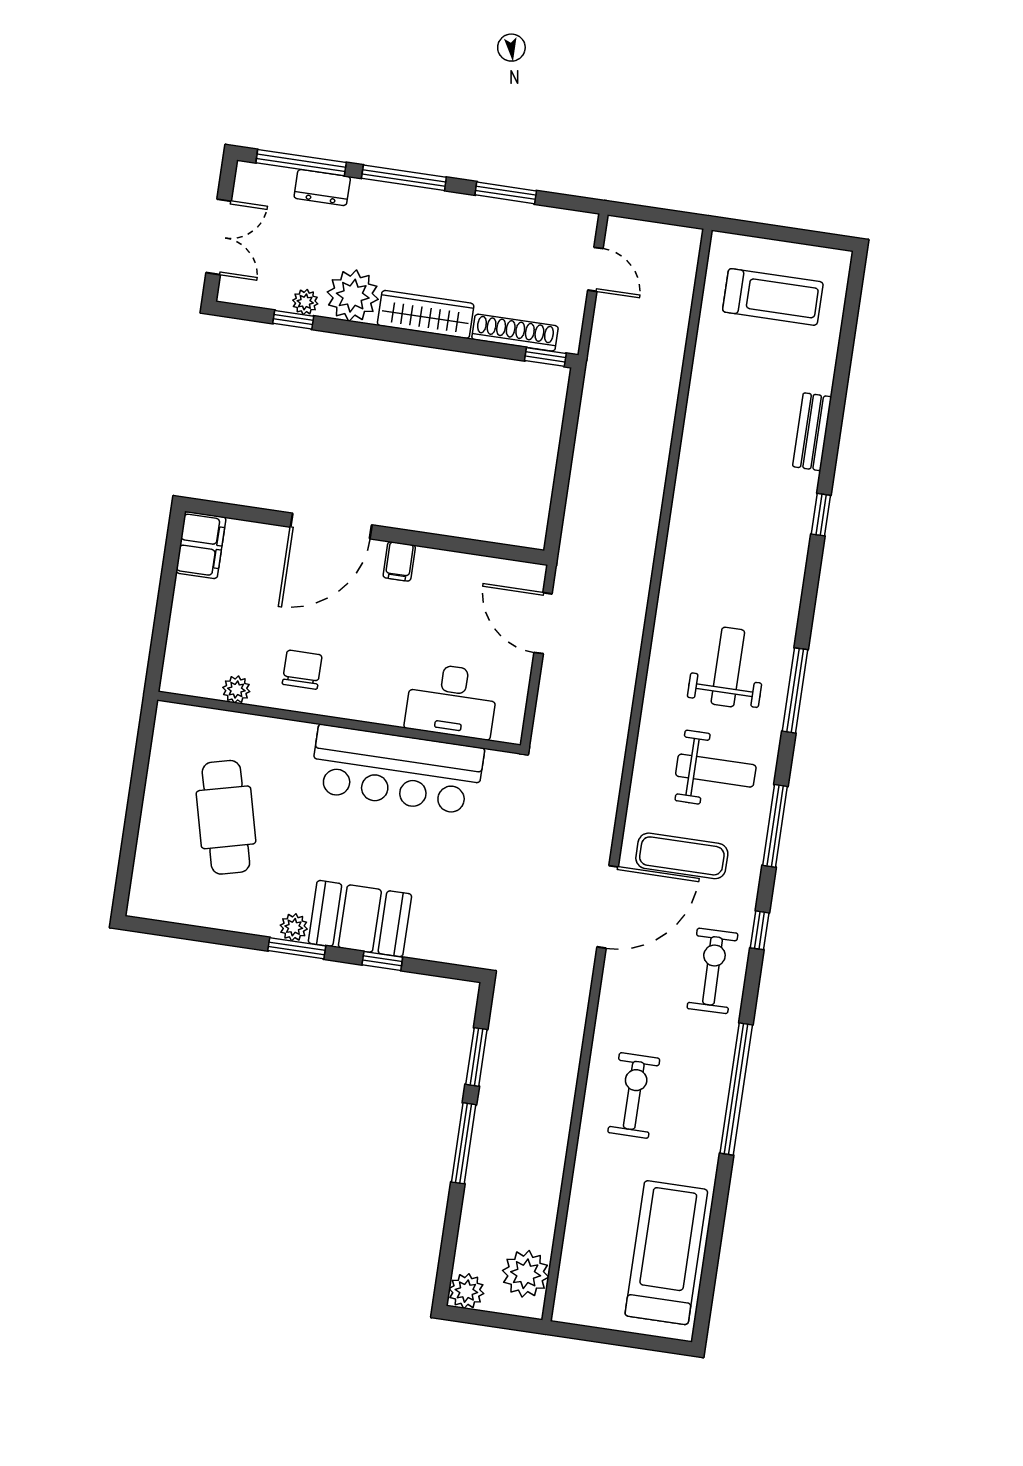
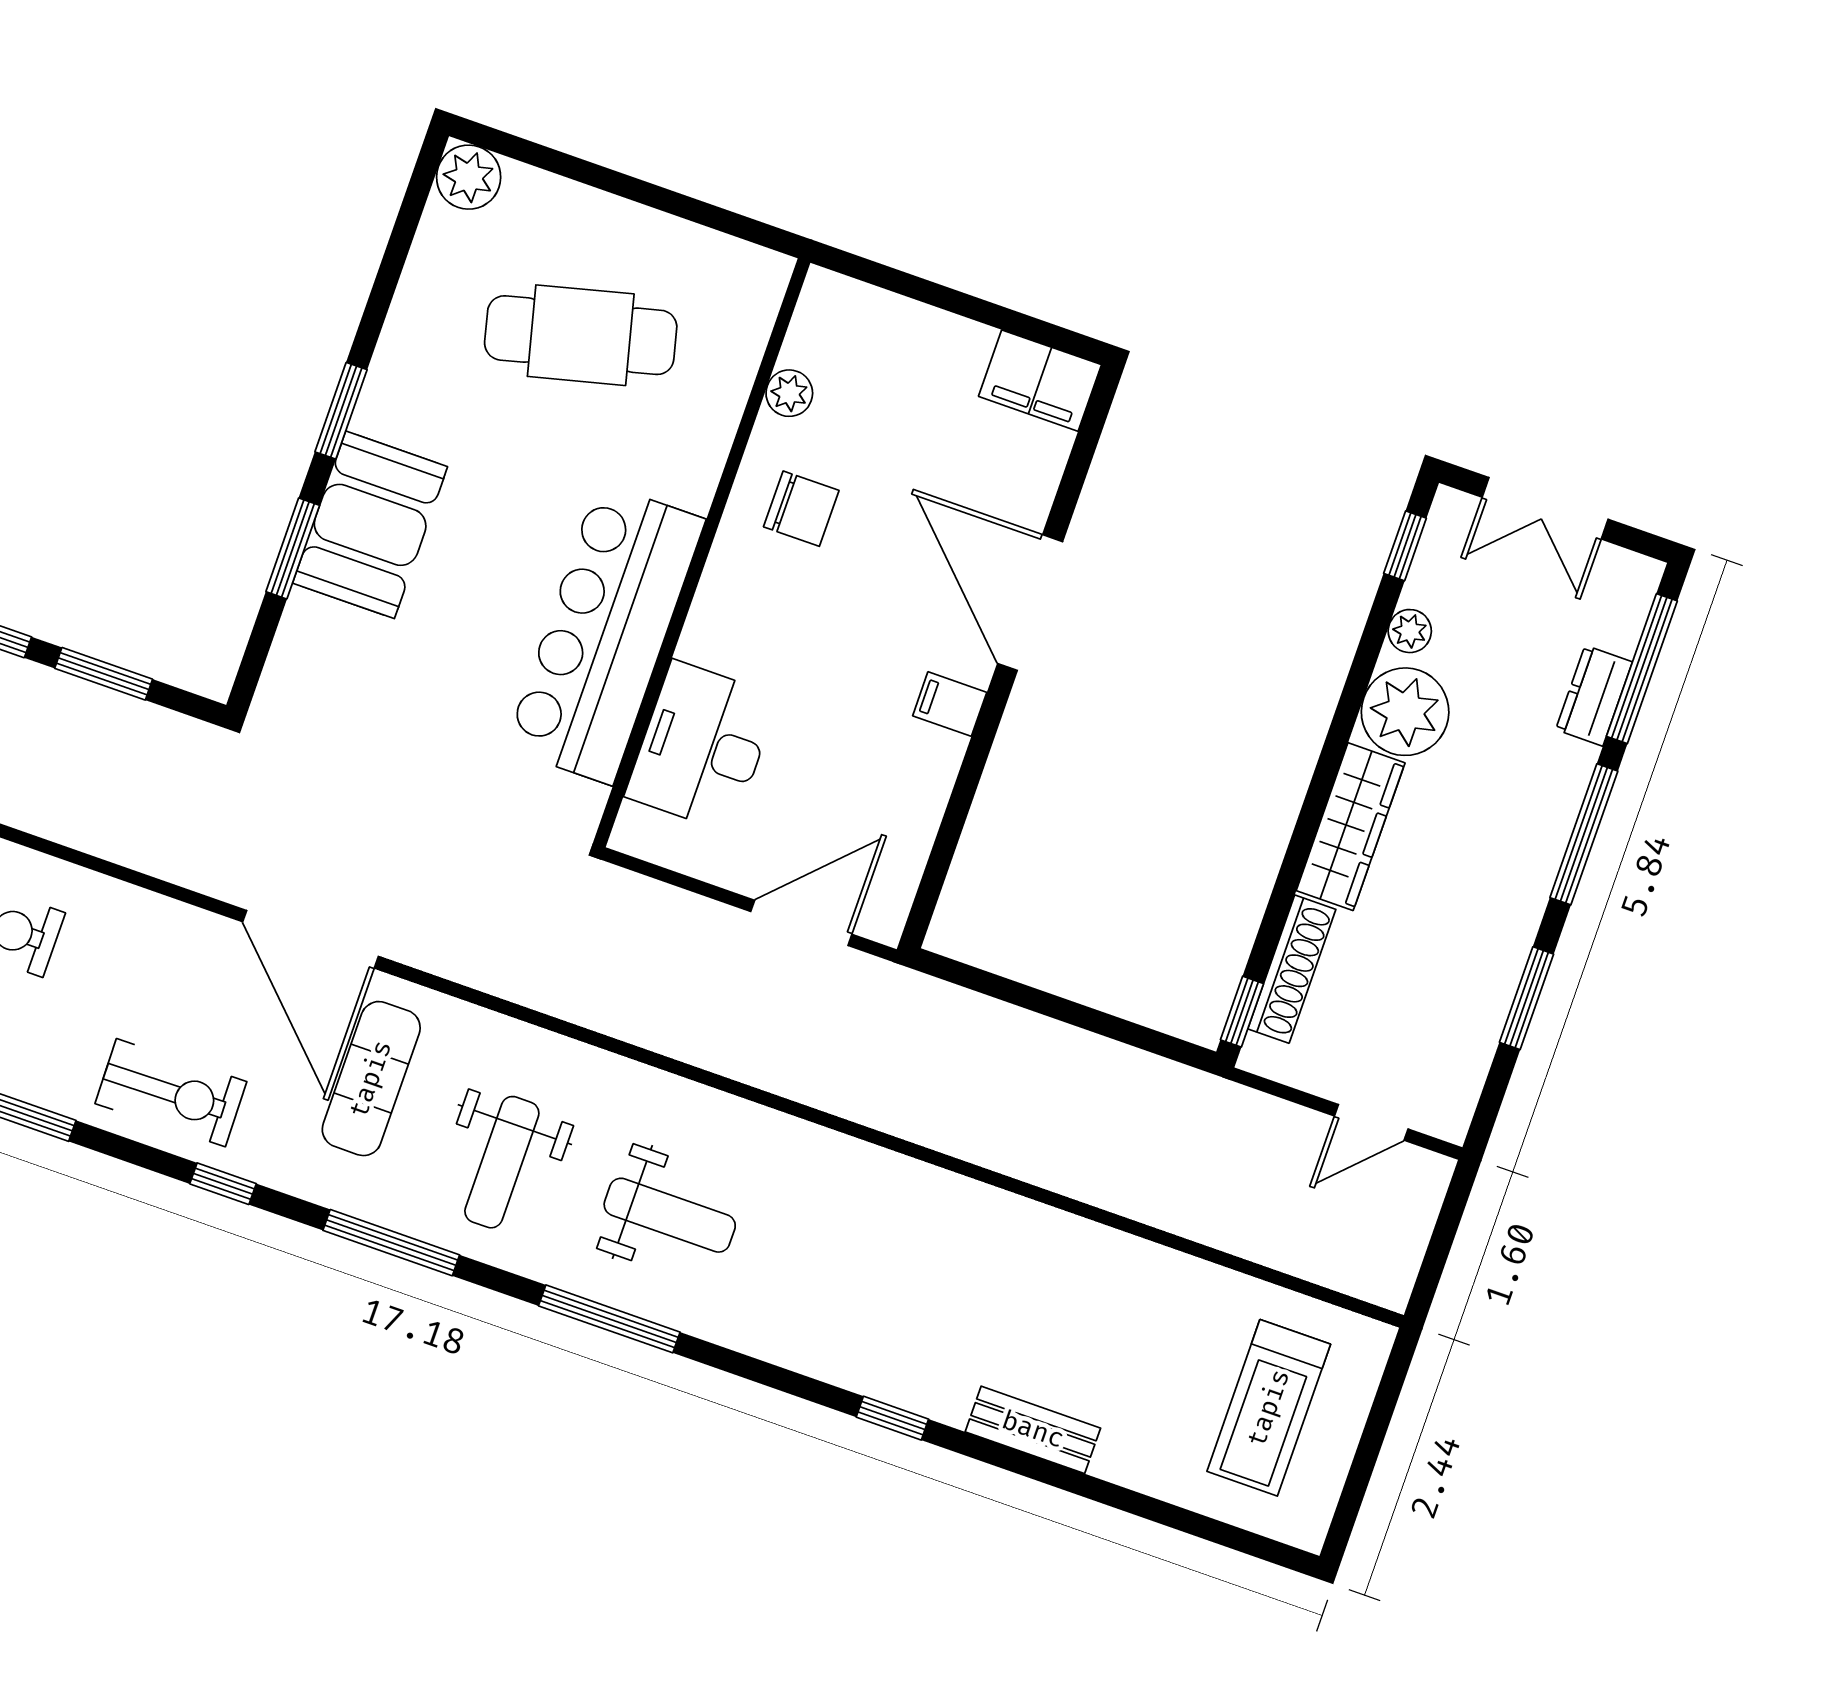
window: (293, 320) -> (1405, 546), moved
plant: (294, 927) -> (469, 177), moved, width x1.38, depth x1.38
window: (382, 961) -> (293, 548), width x1.50

